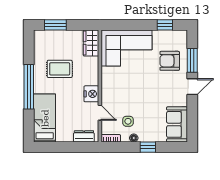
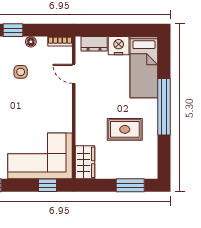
window: (121, 25) -> (47, 185), added
nightstand: (91, 94) -> (119, 46), moved, turned 90
side table: (128, 121) -> (21, 72), moved

